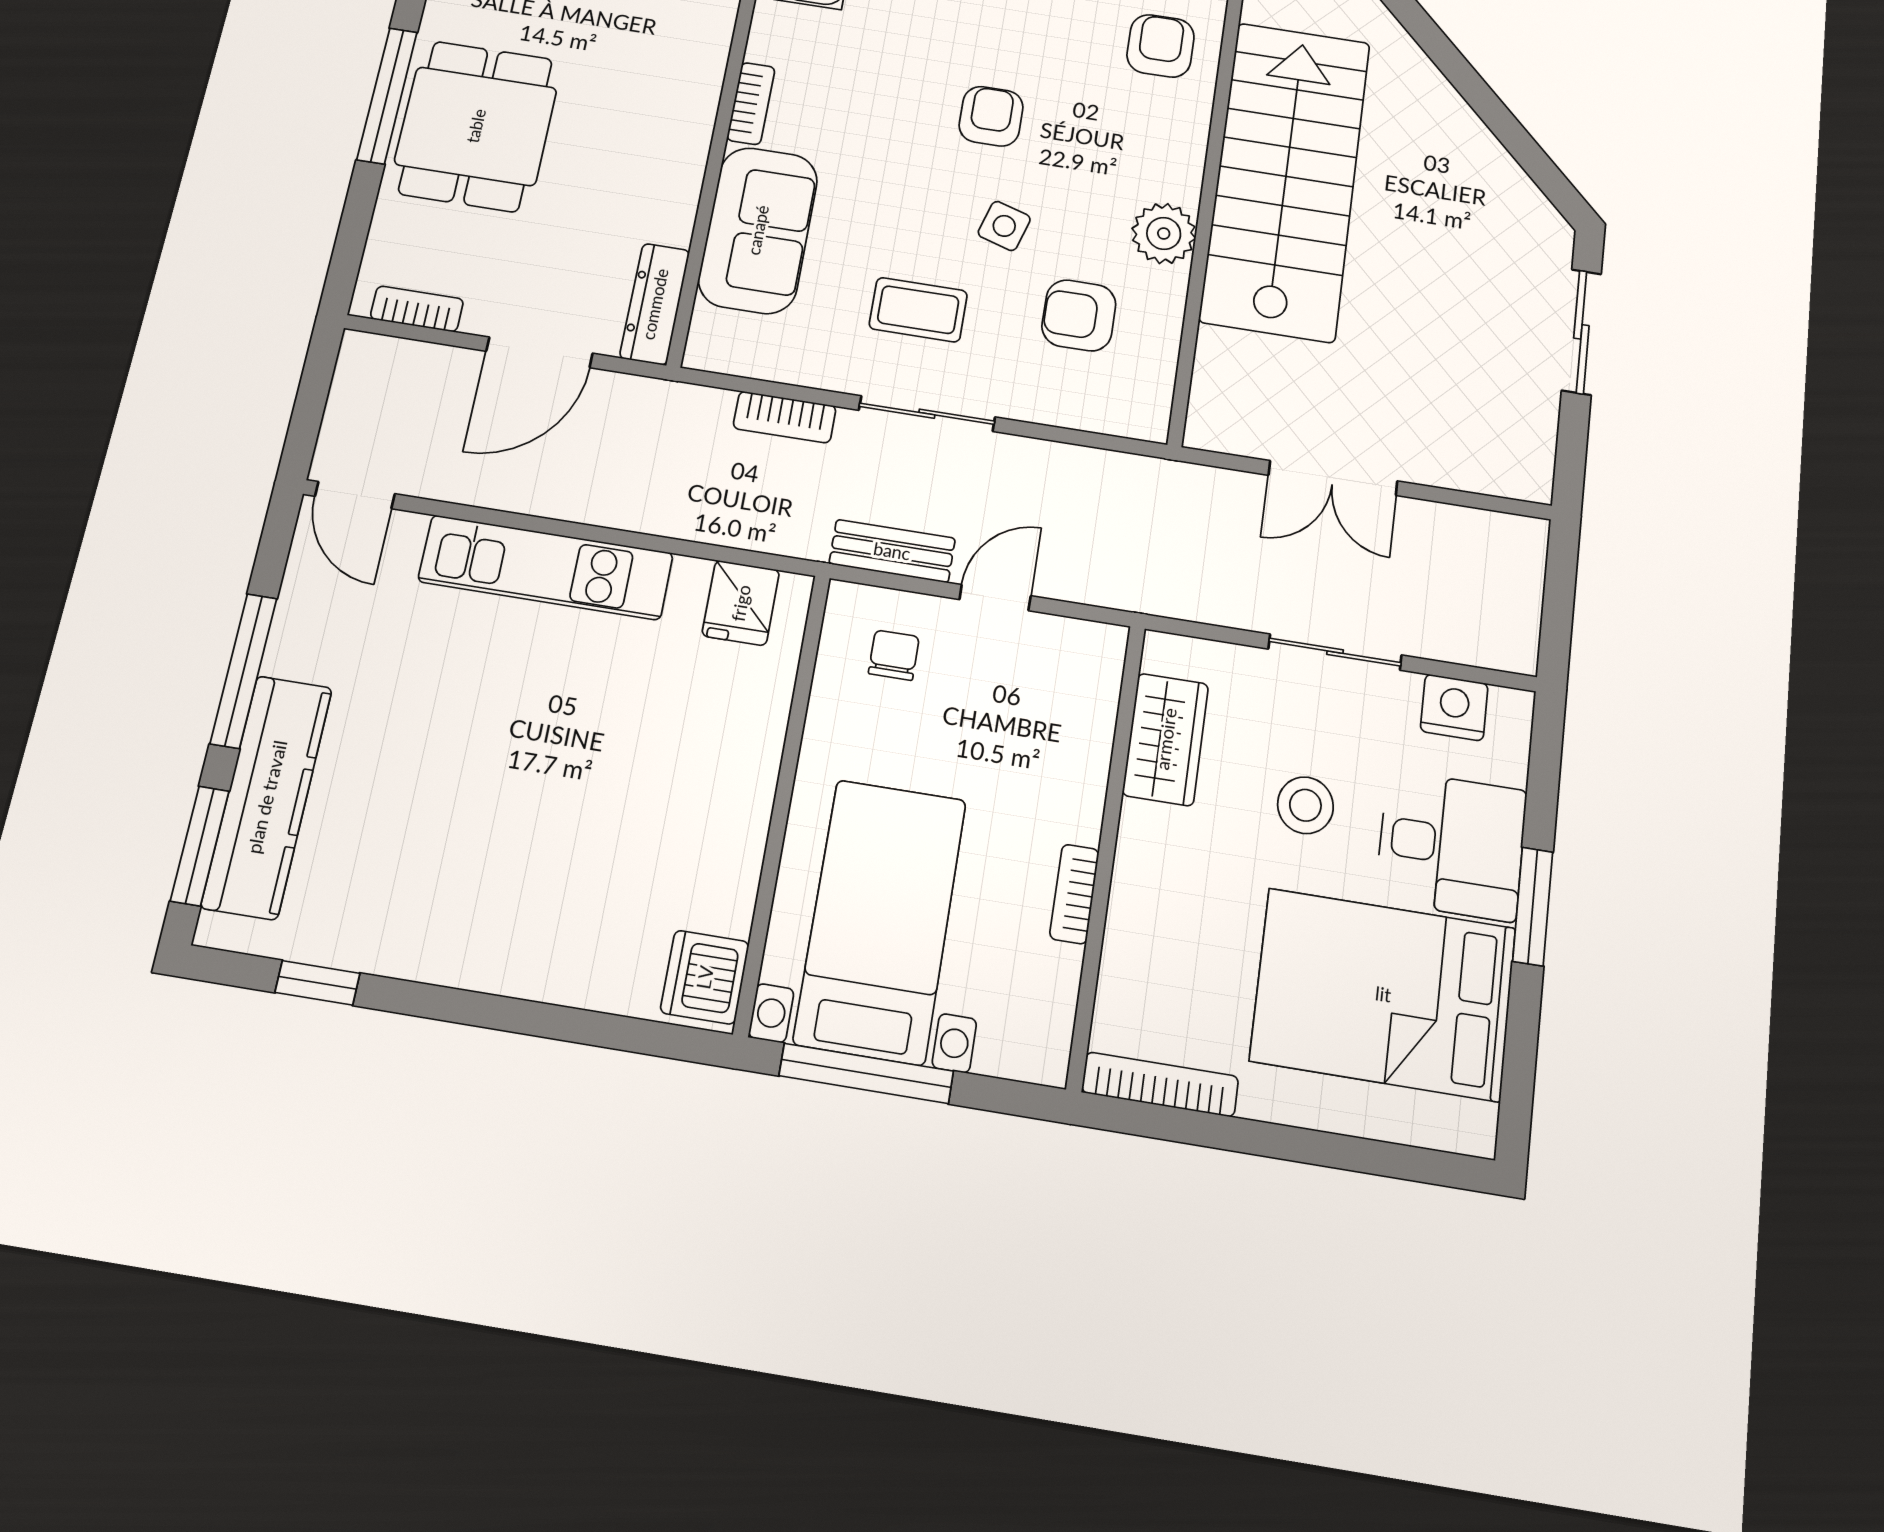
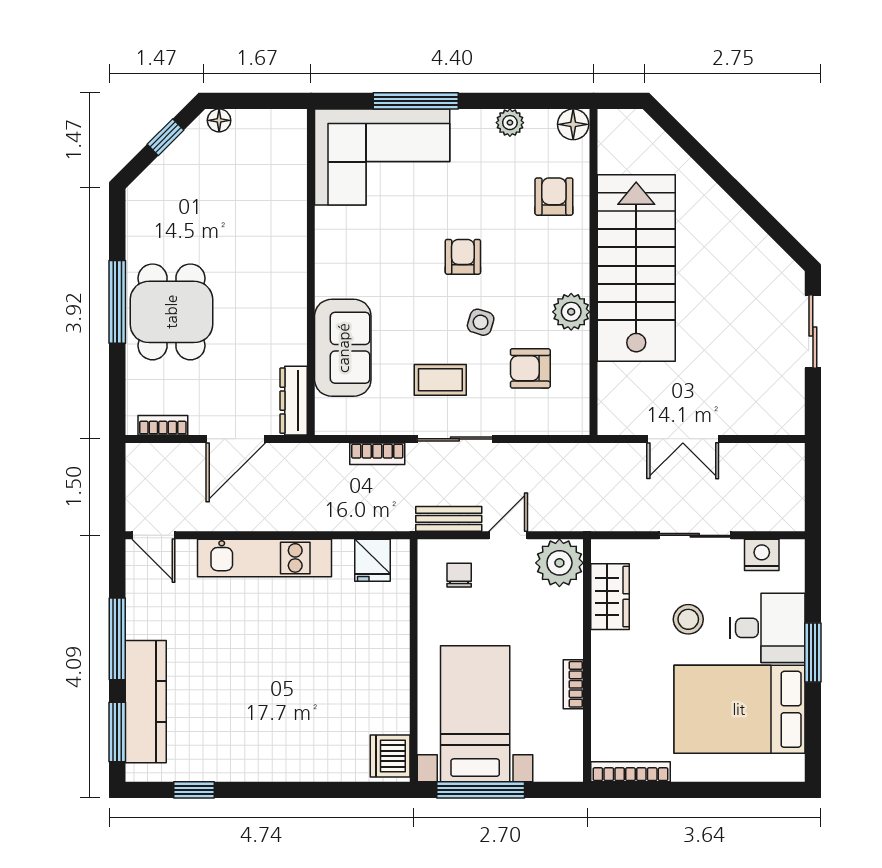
bookcase: (751, 104) -> (325, 272), removed
plant: (1081, 662) -> (559, 563), added

